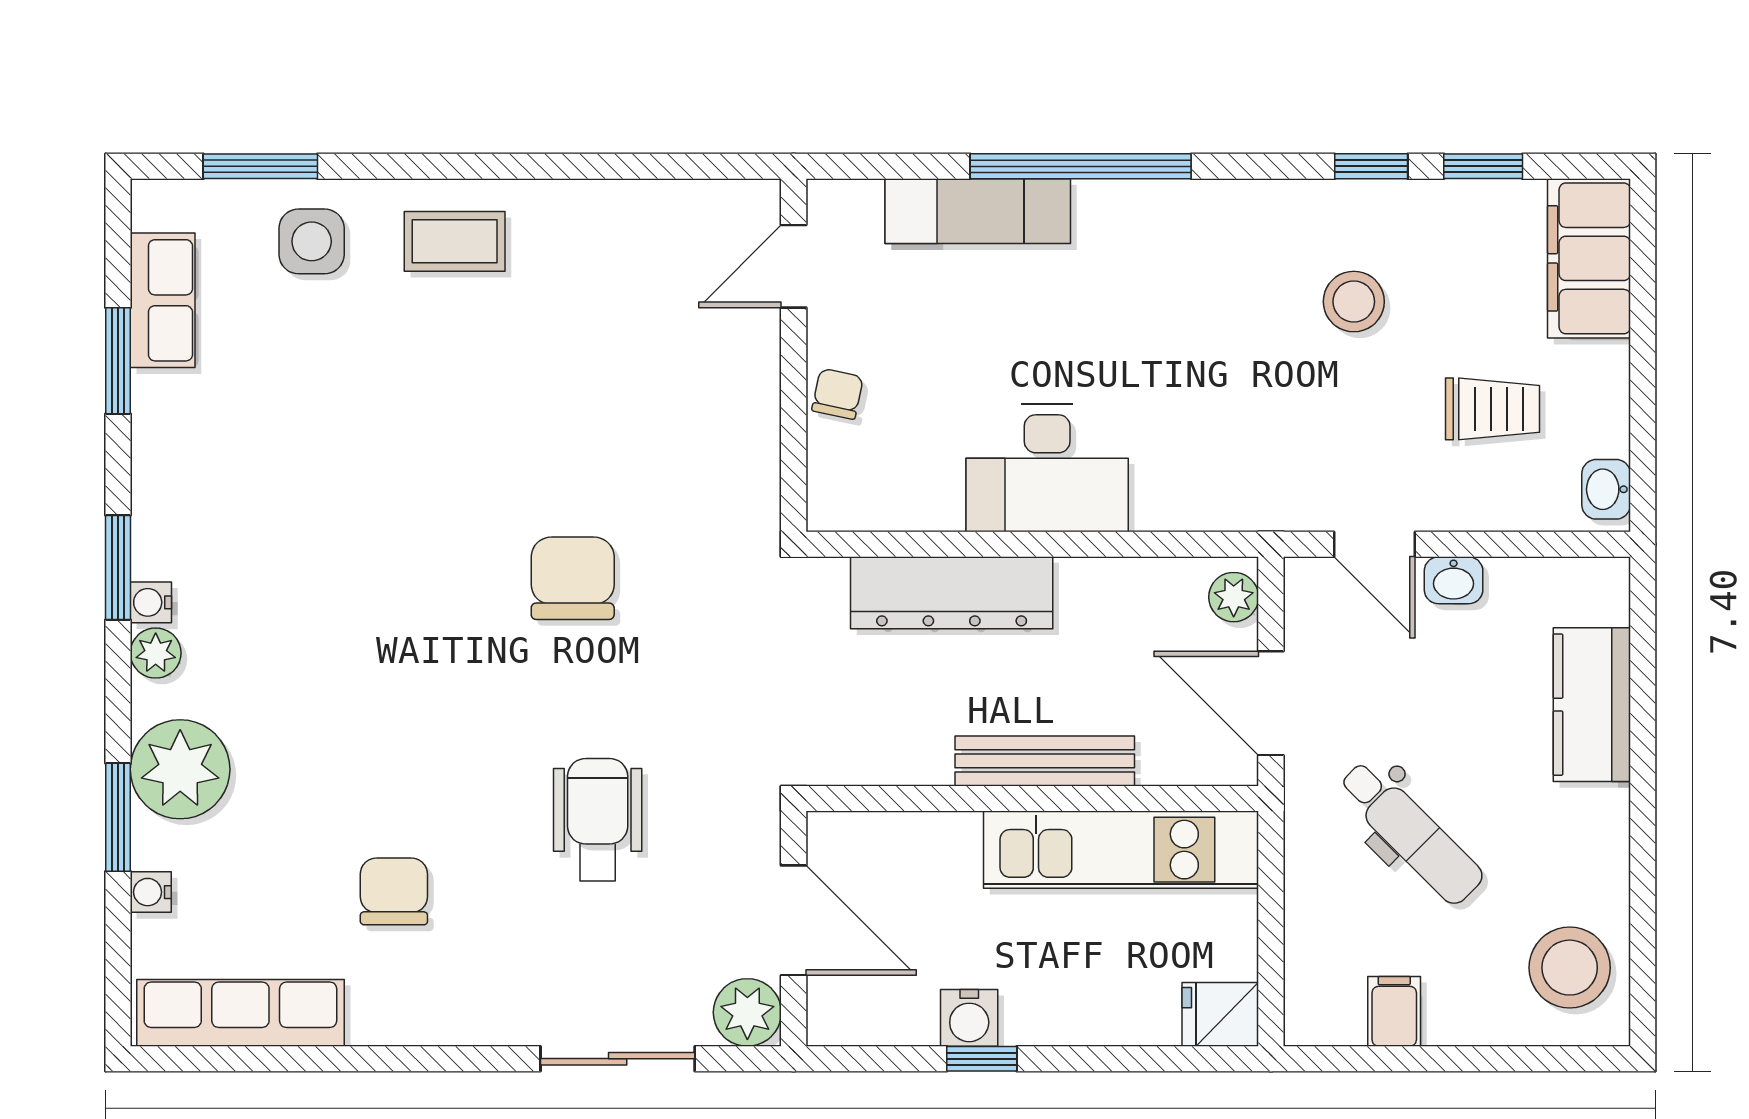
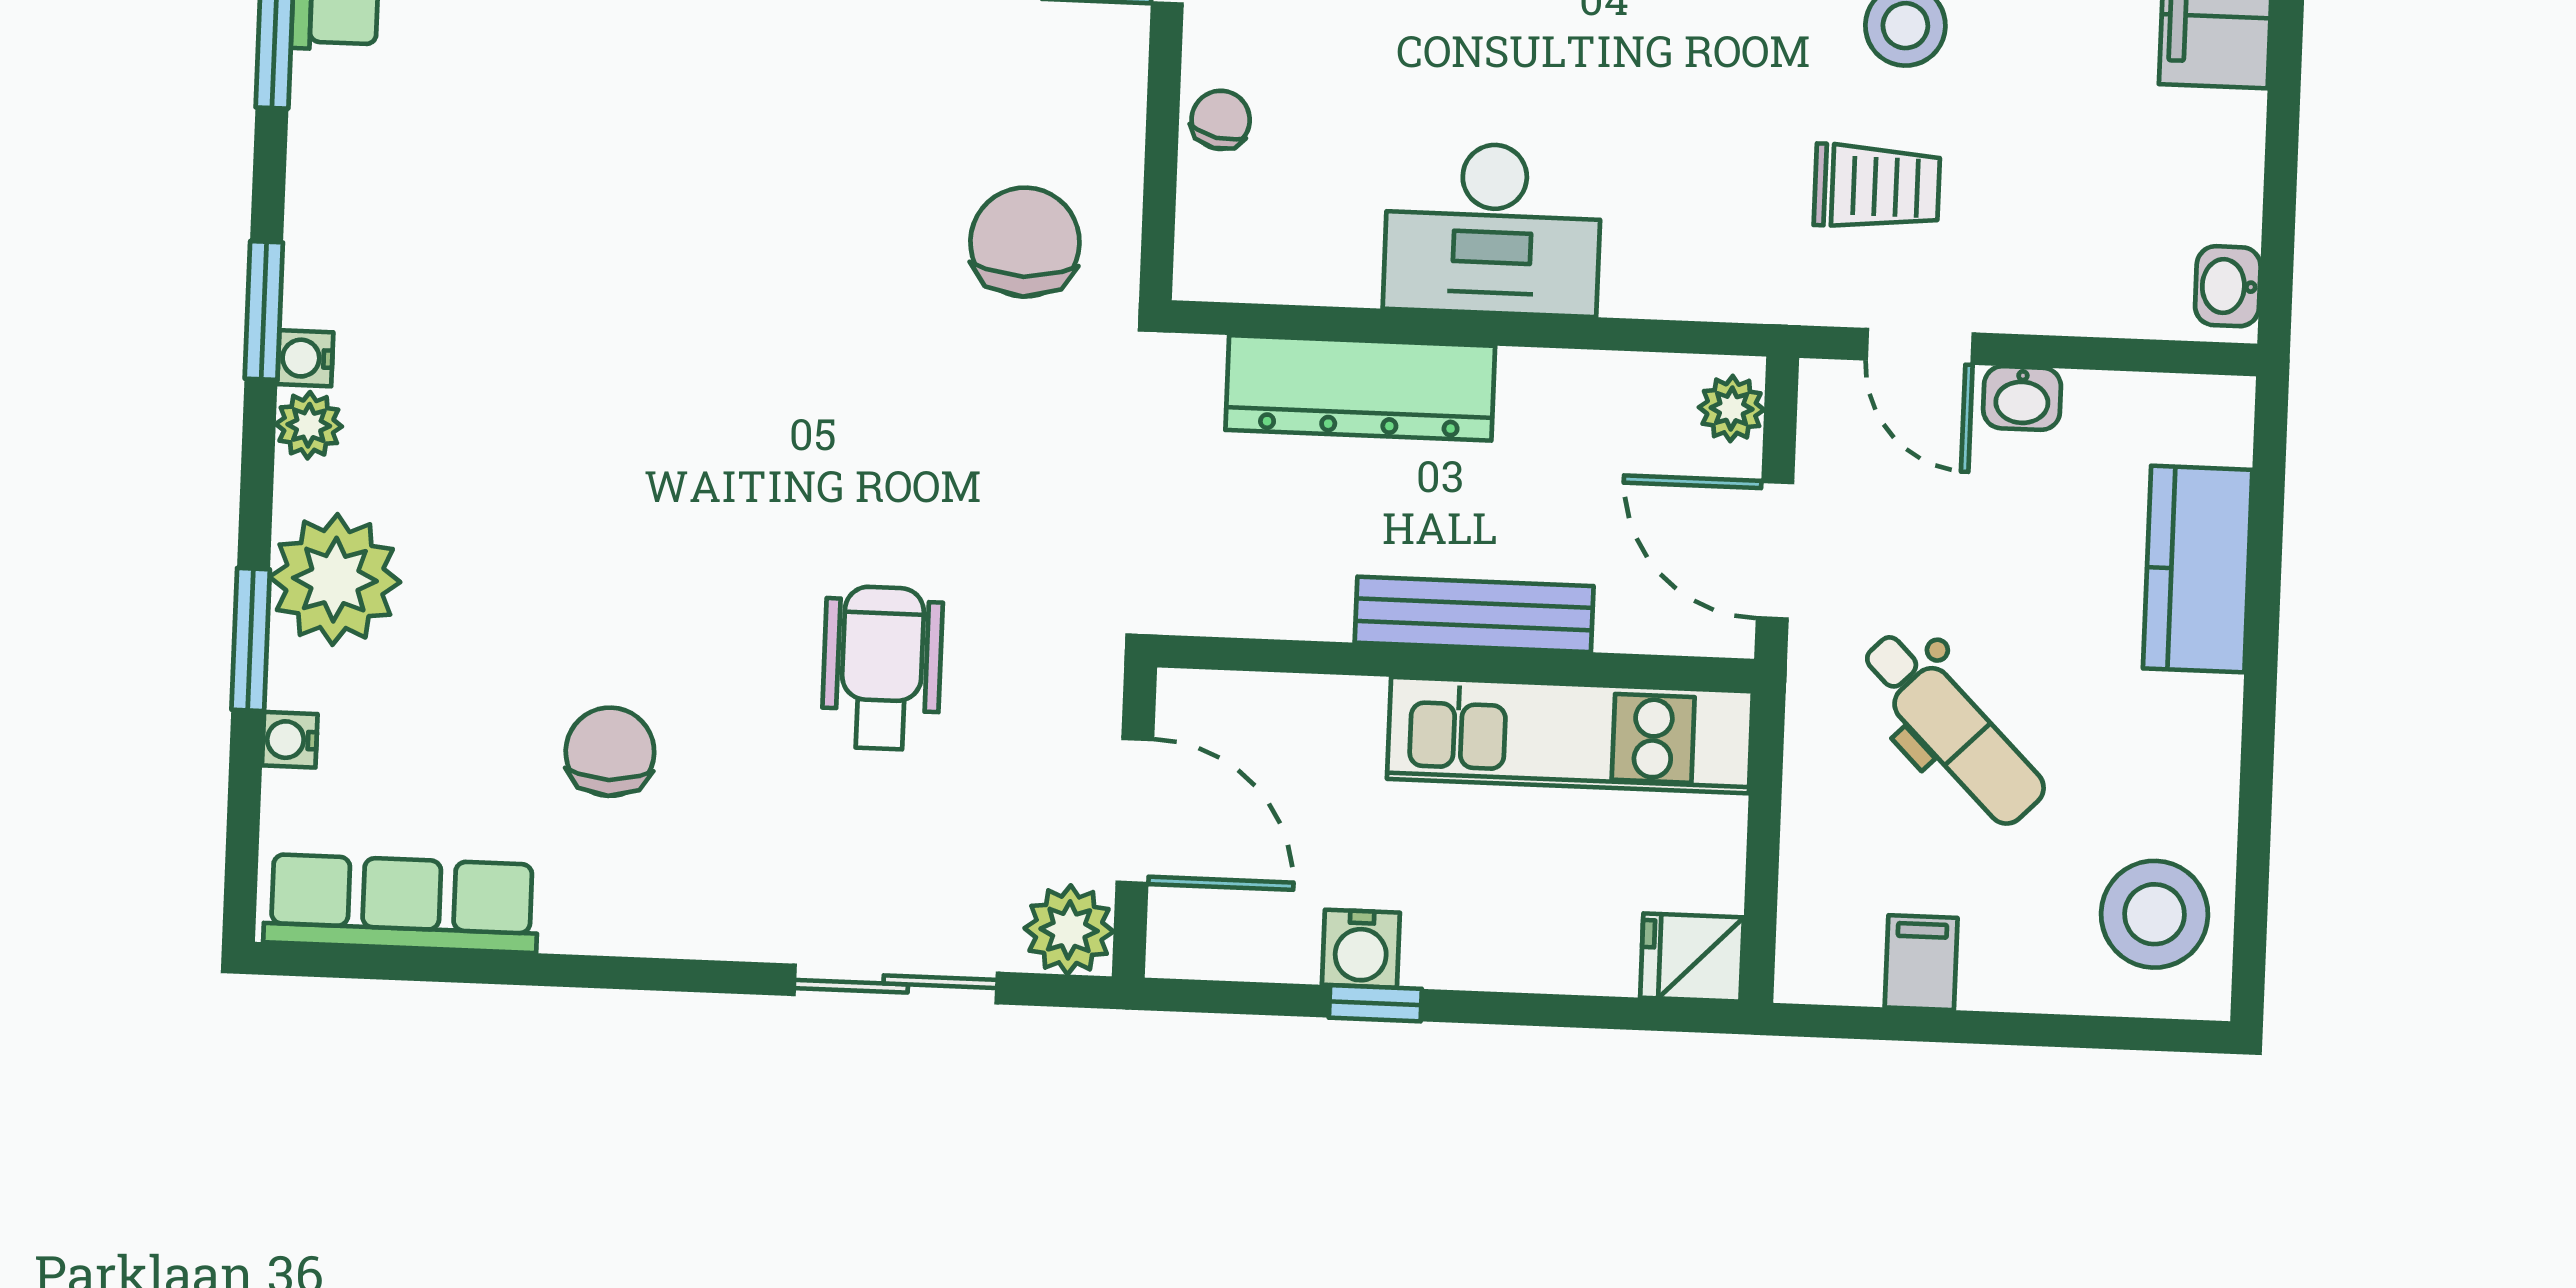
trolley: (1492, 409) -> (1877, 187), moved
chair: (573, 578) -> (1025, 242), moved

